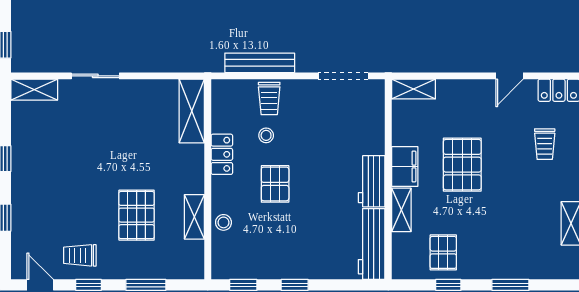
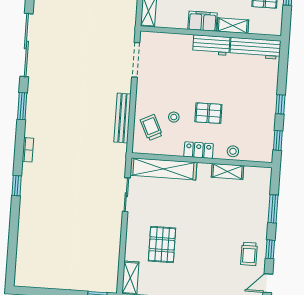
sliding door: (95, 76) -> (126, 195), moved
trolley: (269, 98) -> (151, 128), moved, turned -116
shelving: (192, 111) -> (163, 169), width x1.47
locker: (222, 154) -> (199, 150), moved
pallet: (137, 215) -> (162, 245), moved, turned 90

